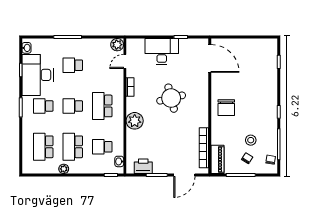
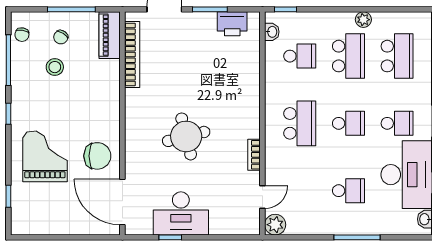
desk: (162, 51) -> (181, 213), moved
grand piano: (257, 86) -> (45, 156), added
chair: (226, 108) -> (97, 156), moved, turned 90
plant: (135, 121) -> (246, 99), removed

